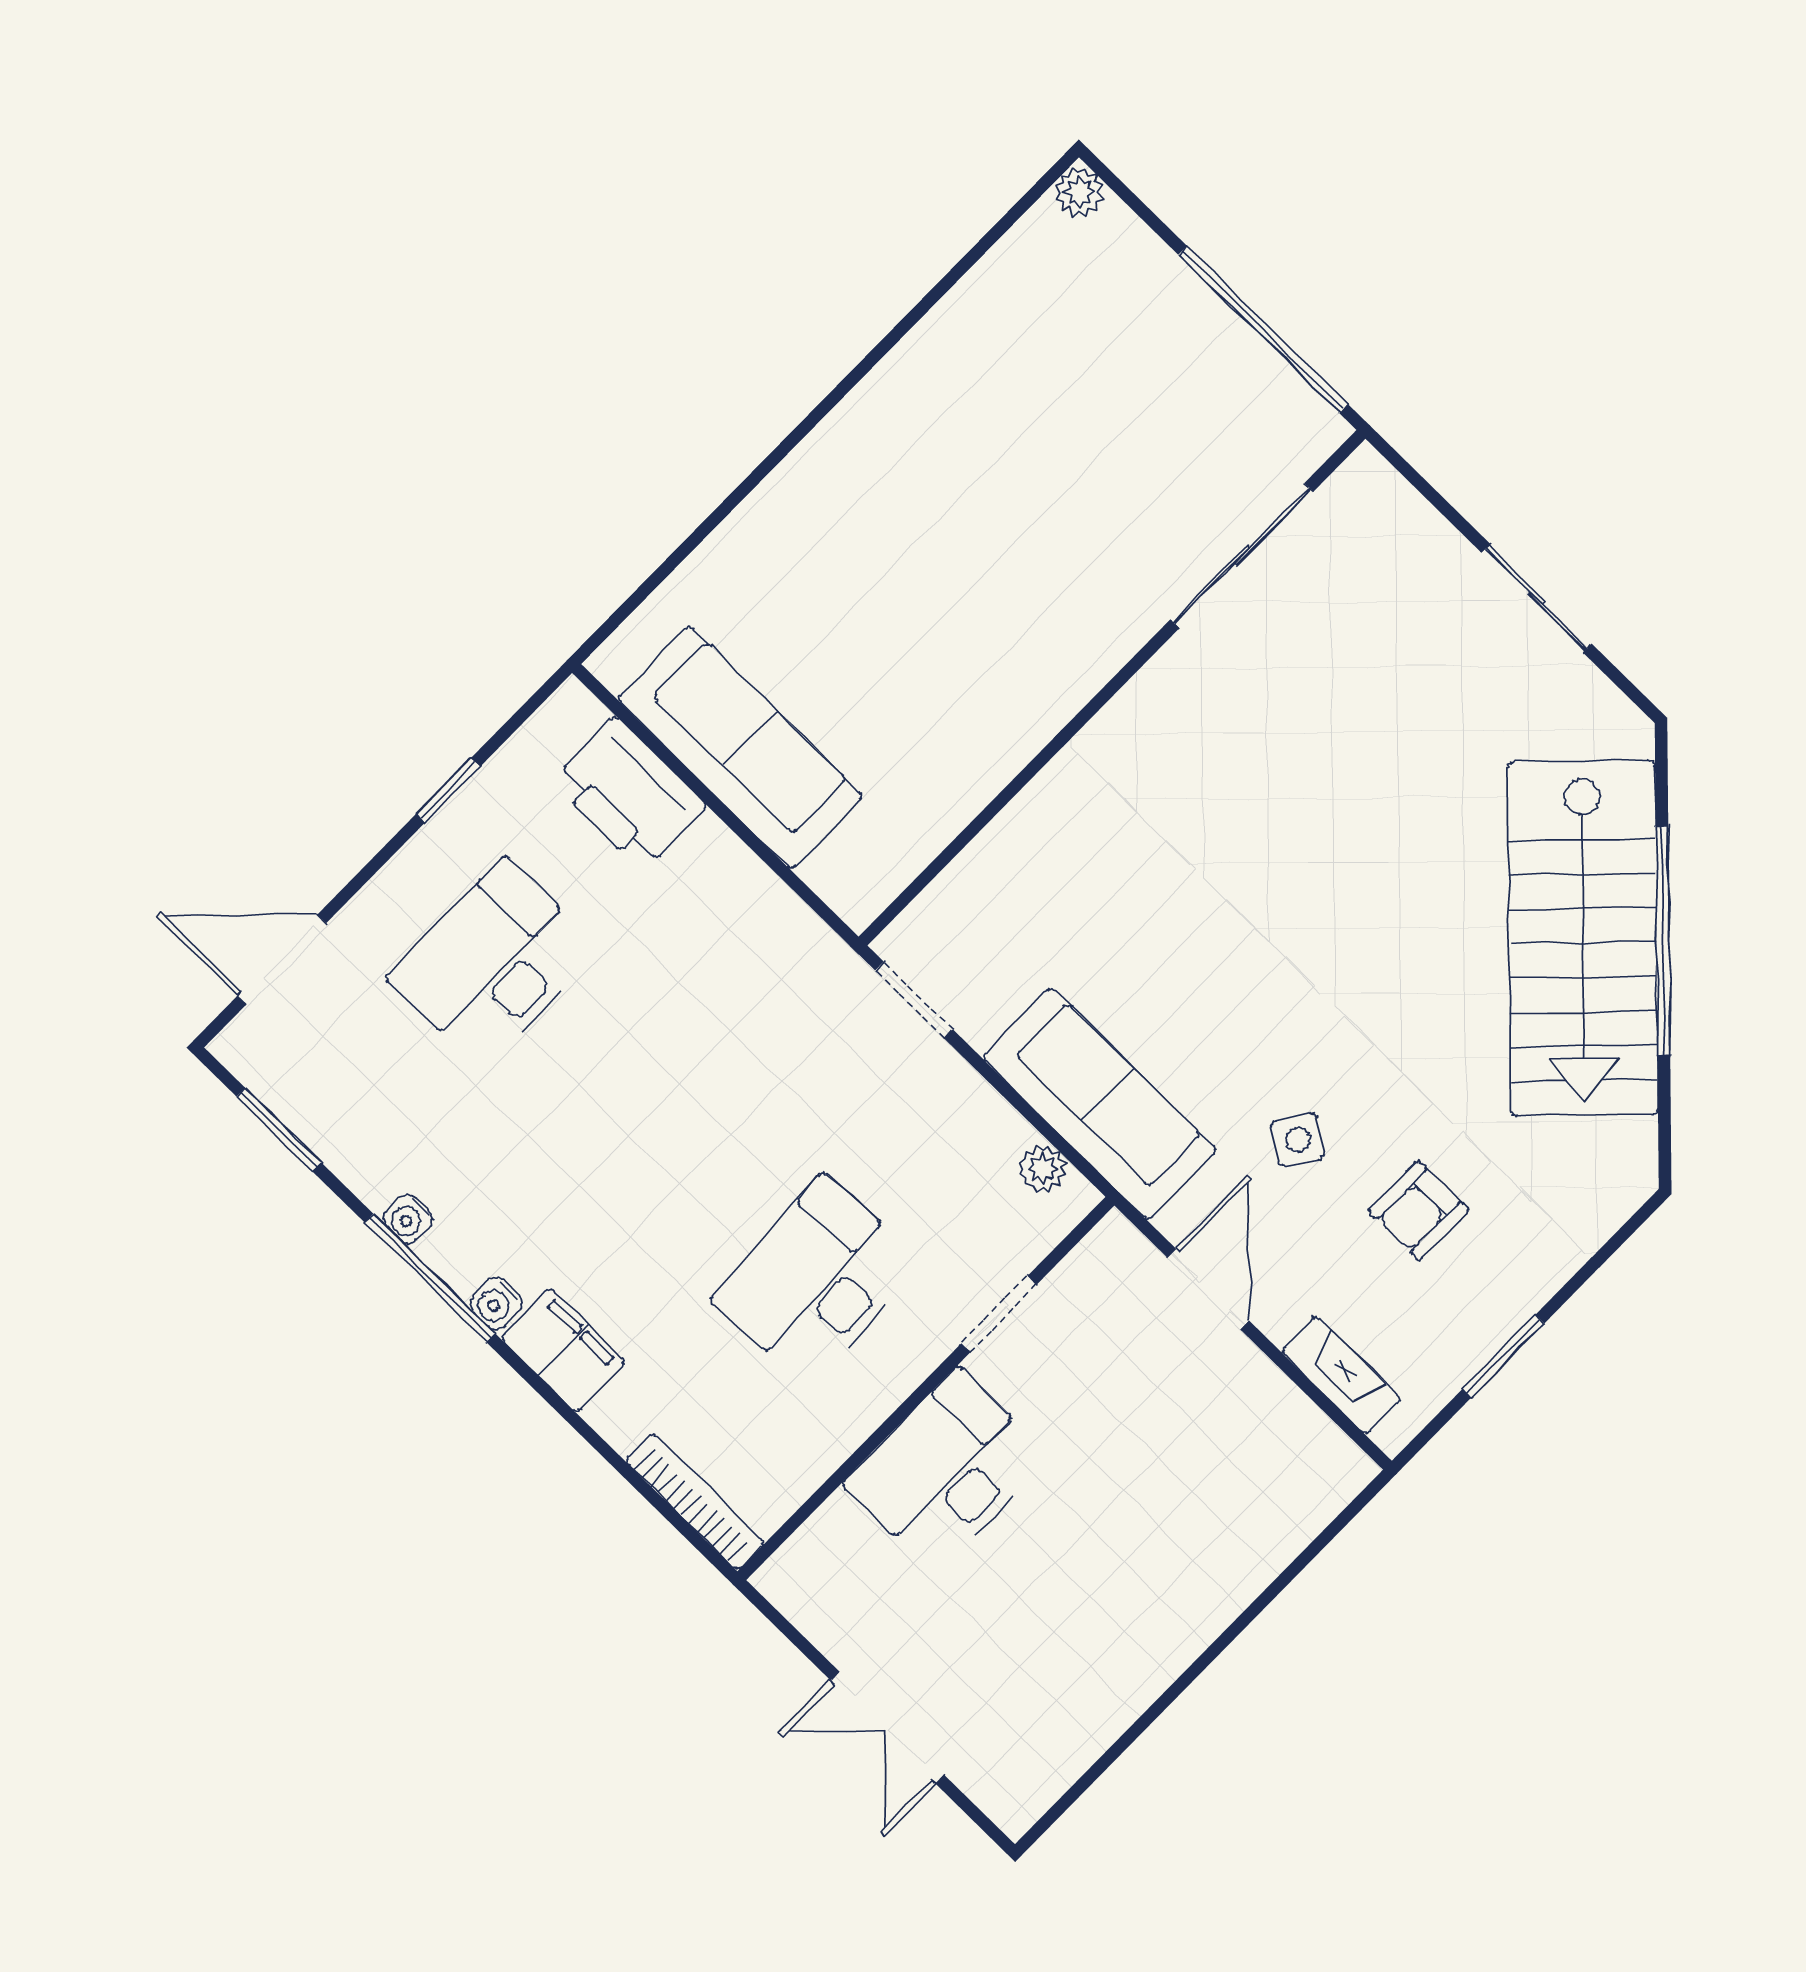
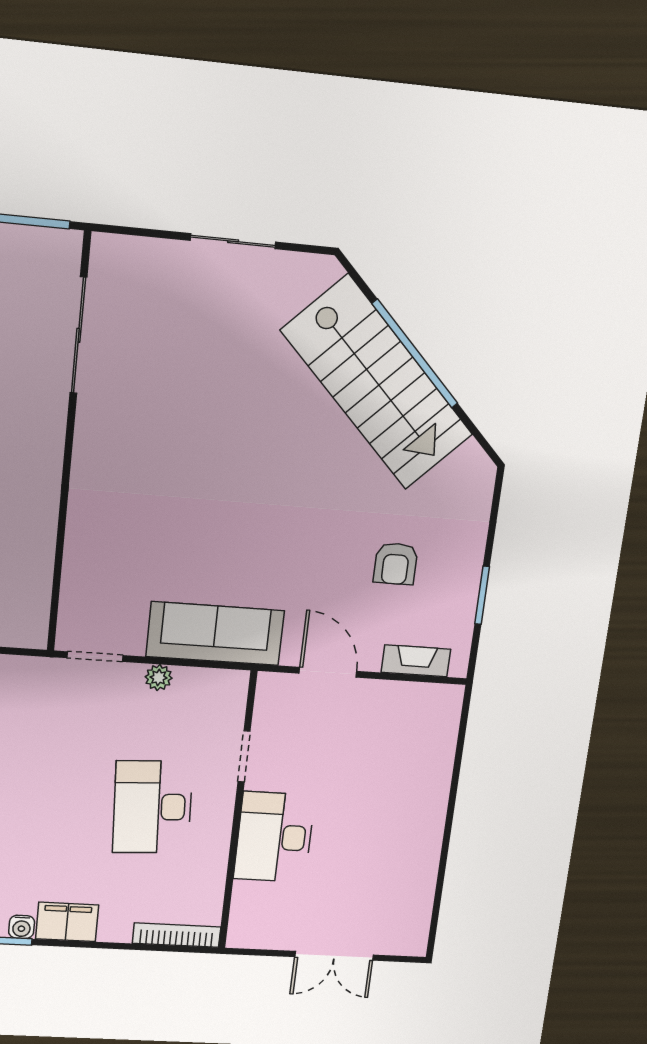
side table: (1298, 1140) -> (317, 577), removed
plant: (1043, 1169) -> (159, 678), moved

